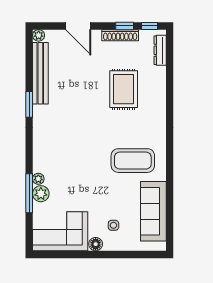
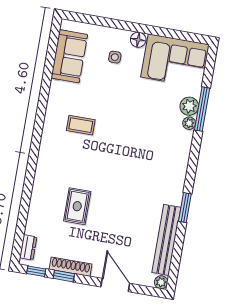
dresser: (160, 50) -> (28, 247), width x0.70
rug: (124, 89) -> (77, 206), width x0.73, depth x0.70
coffee table: (133, 161) -> (81, 125), width x0.54, depth x0.58
sofa: (153, 211) -> (69, 56), width x0.73

